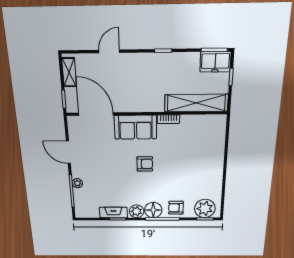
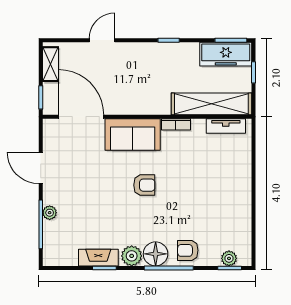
freezer: (215, 62) -> (226, 54), width x1.40
tv unit: (207, 120) -> (226, 126), added
plant: (205, 209) -> (229, 258), width x0.53, depth x0.53

